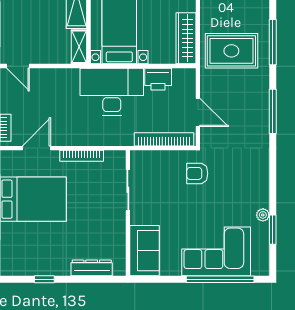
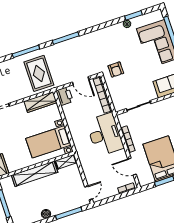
printer: (158, 79) -> (64, 96), moved
desk: (112, 92) -> (105, 134), moved, turned 180
door: (198, 112) -> (81, 81), swing flipped

